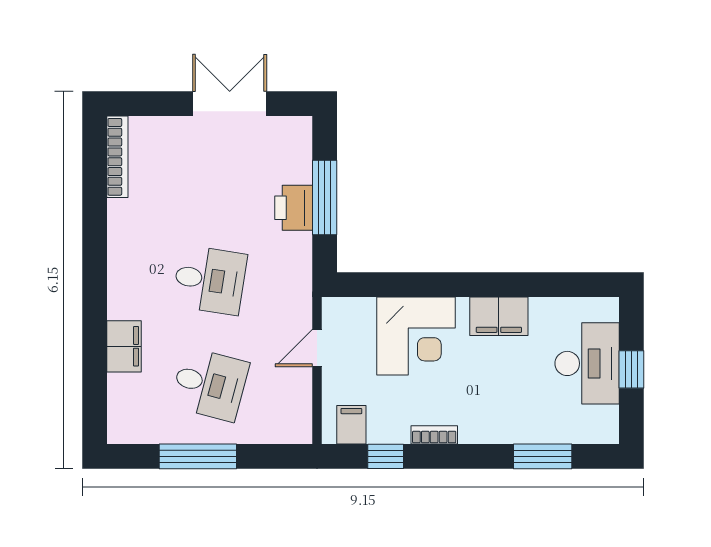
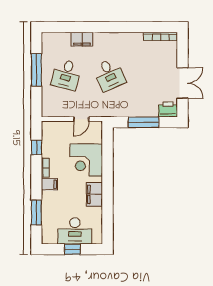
printer: (294, 208) -> (168, 109), moved
desk: (210, 280) -> (109, 75), turned -33
door: (317, 348) -> (81, 119), swing flipped
filing cabinet: (351, 425) -> (50, 184), moved

